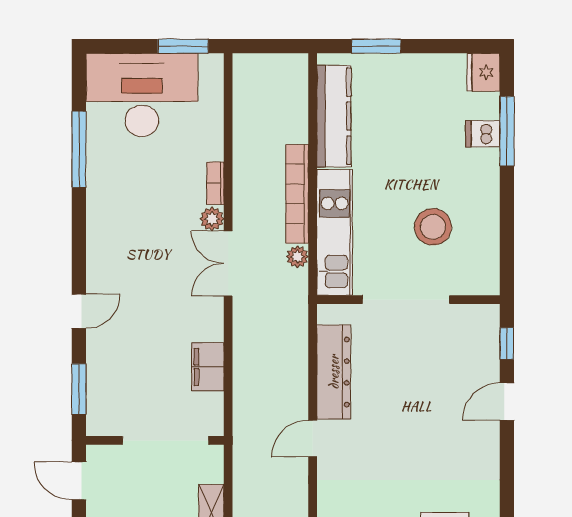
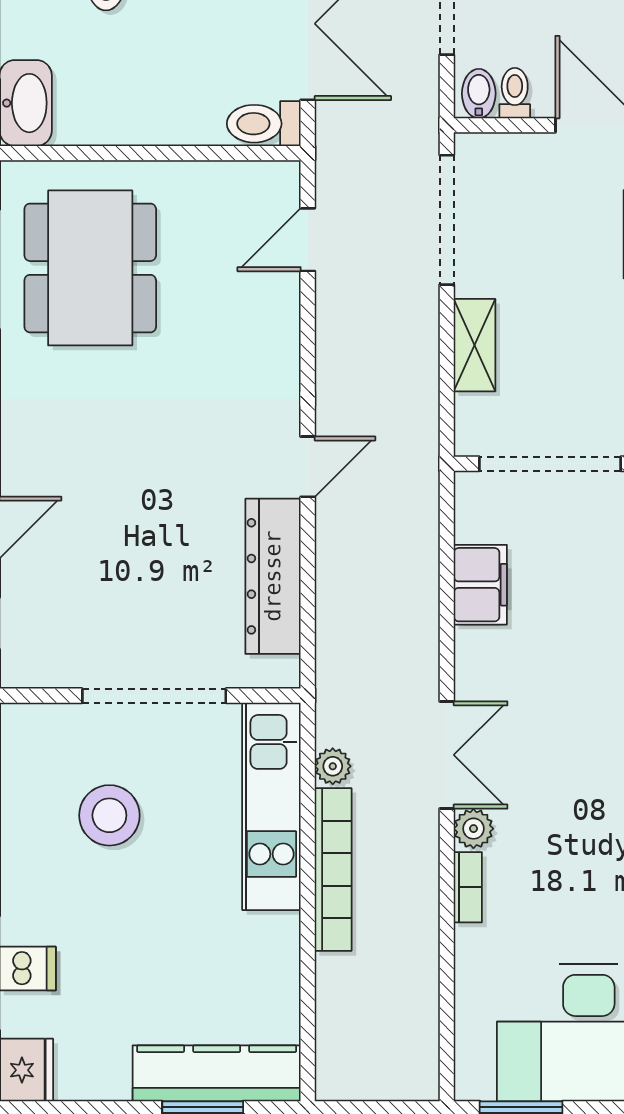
kitchen counter: (334, 116) -> (217, 1073), moved, turned 90

